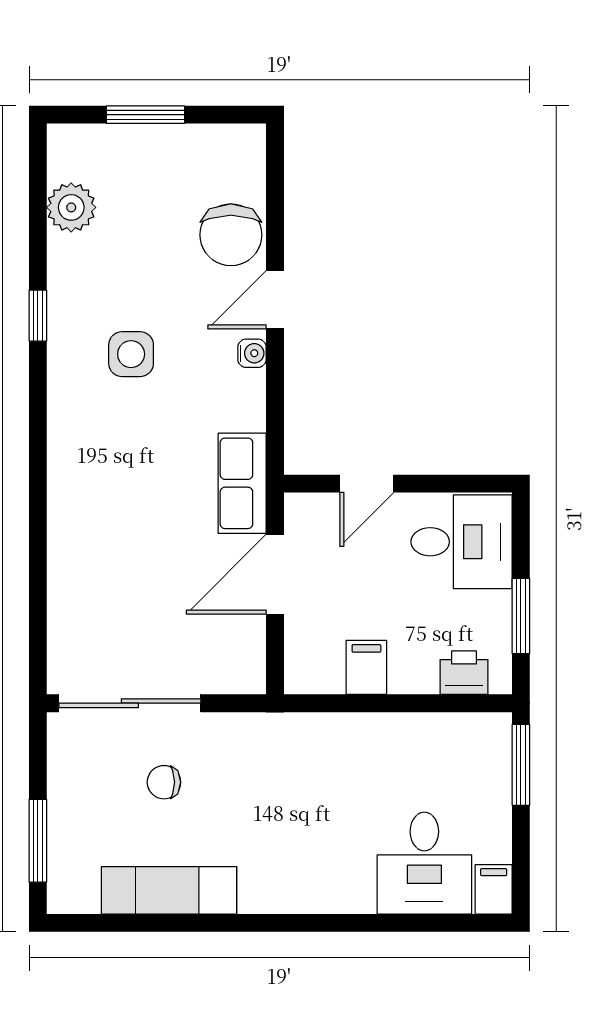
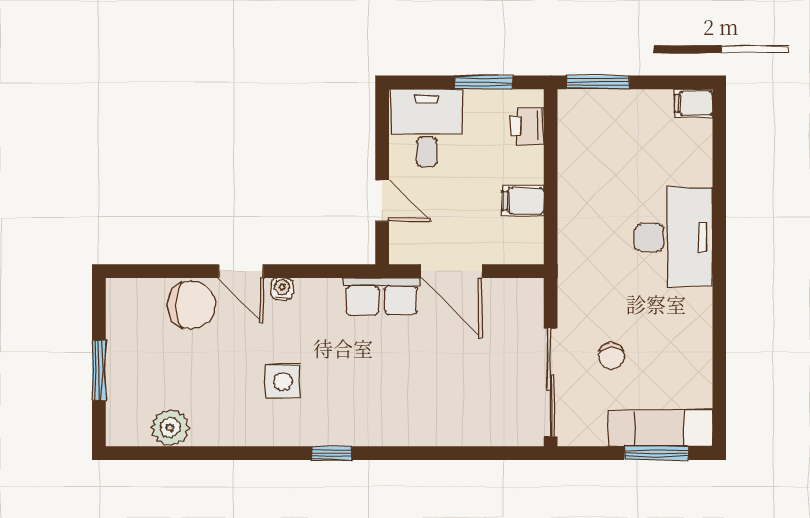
window: (38, 316) -> (332, 453), moved
desk: (424, 863) -> (673, 237), moved, width x1.37
exam couch: (169, 890) -> (661, 428), moved, turned 90

